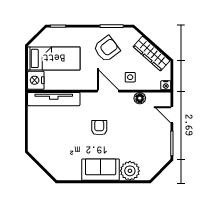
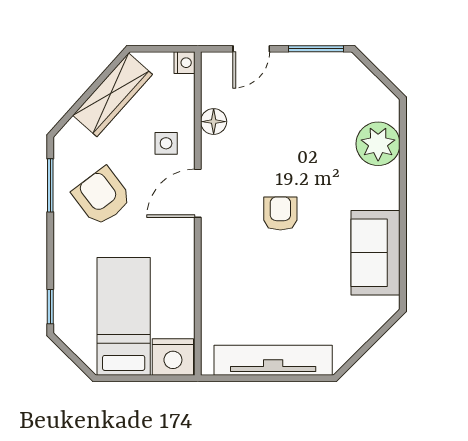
tv unit: (54, 99) -> (273, 360), moved, turned -90
armchair: (99, 128) -> (280, 213), turned 90
sofa: (101, 170) -> (375, 253), moved

